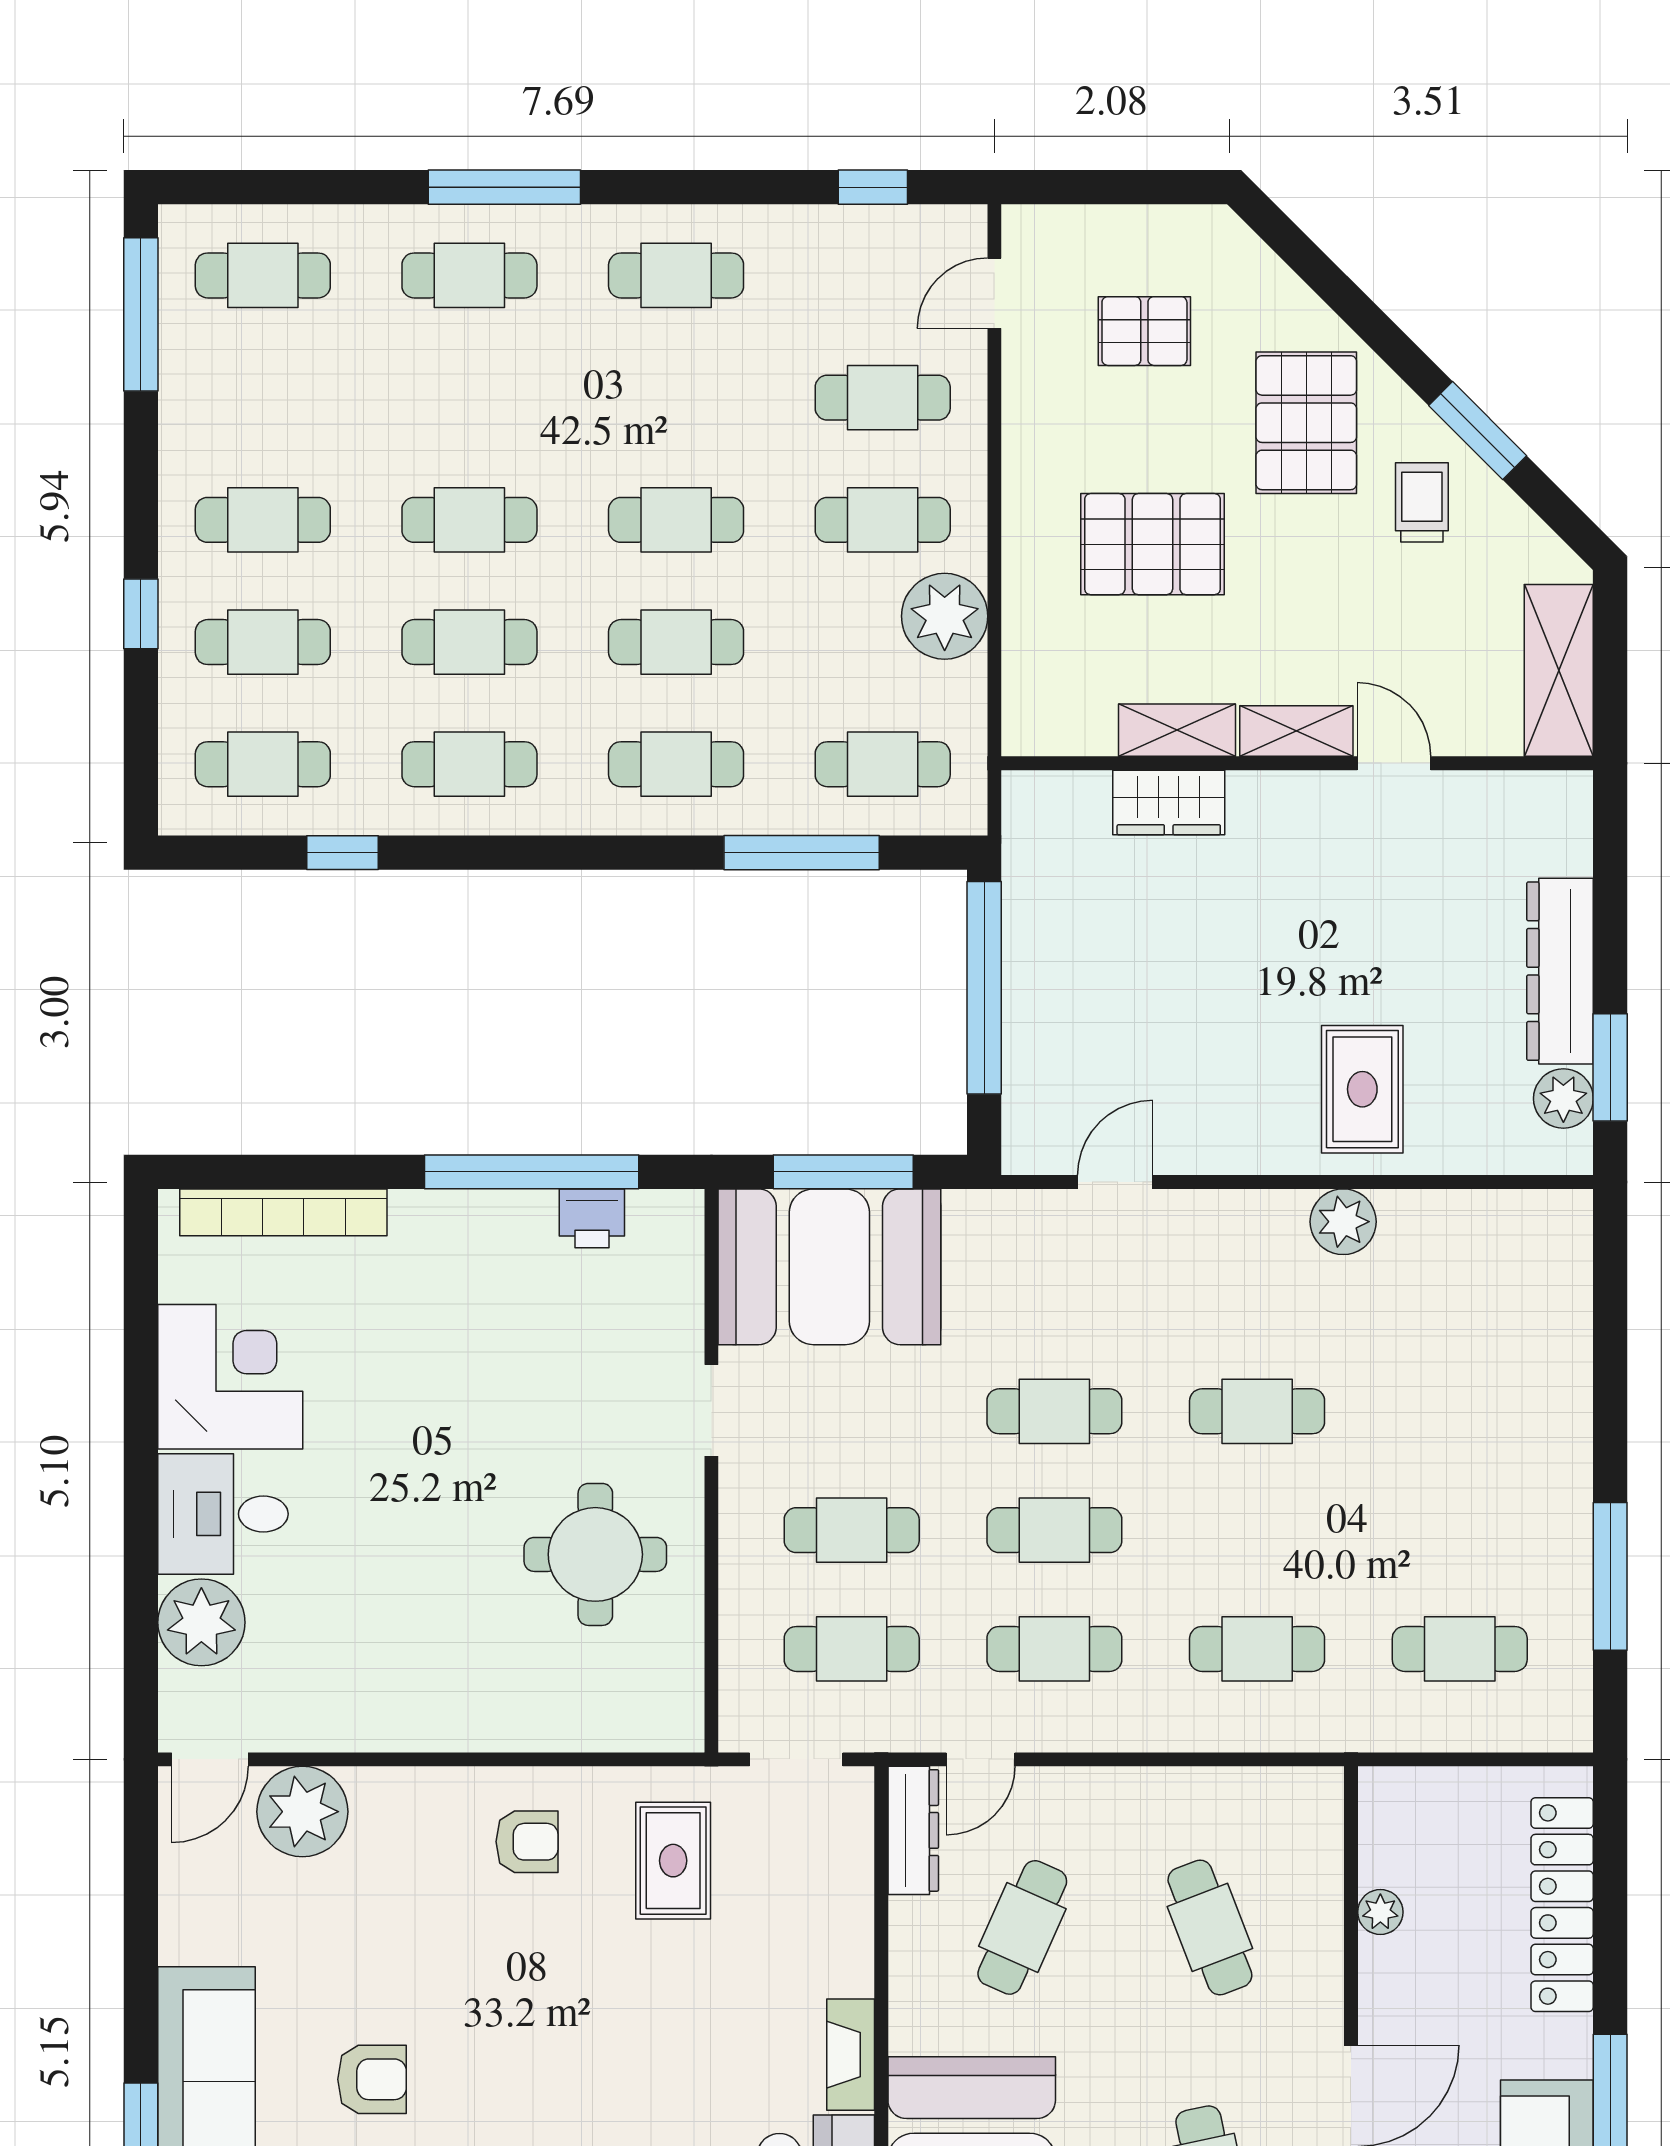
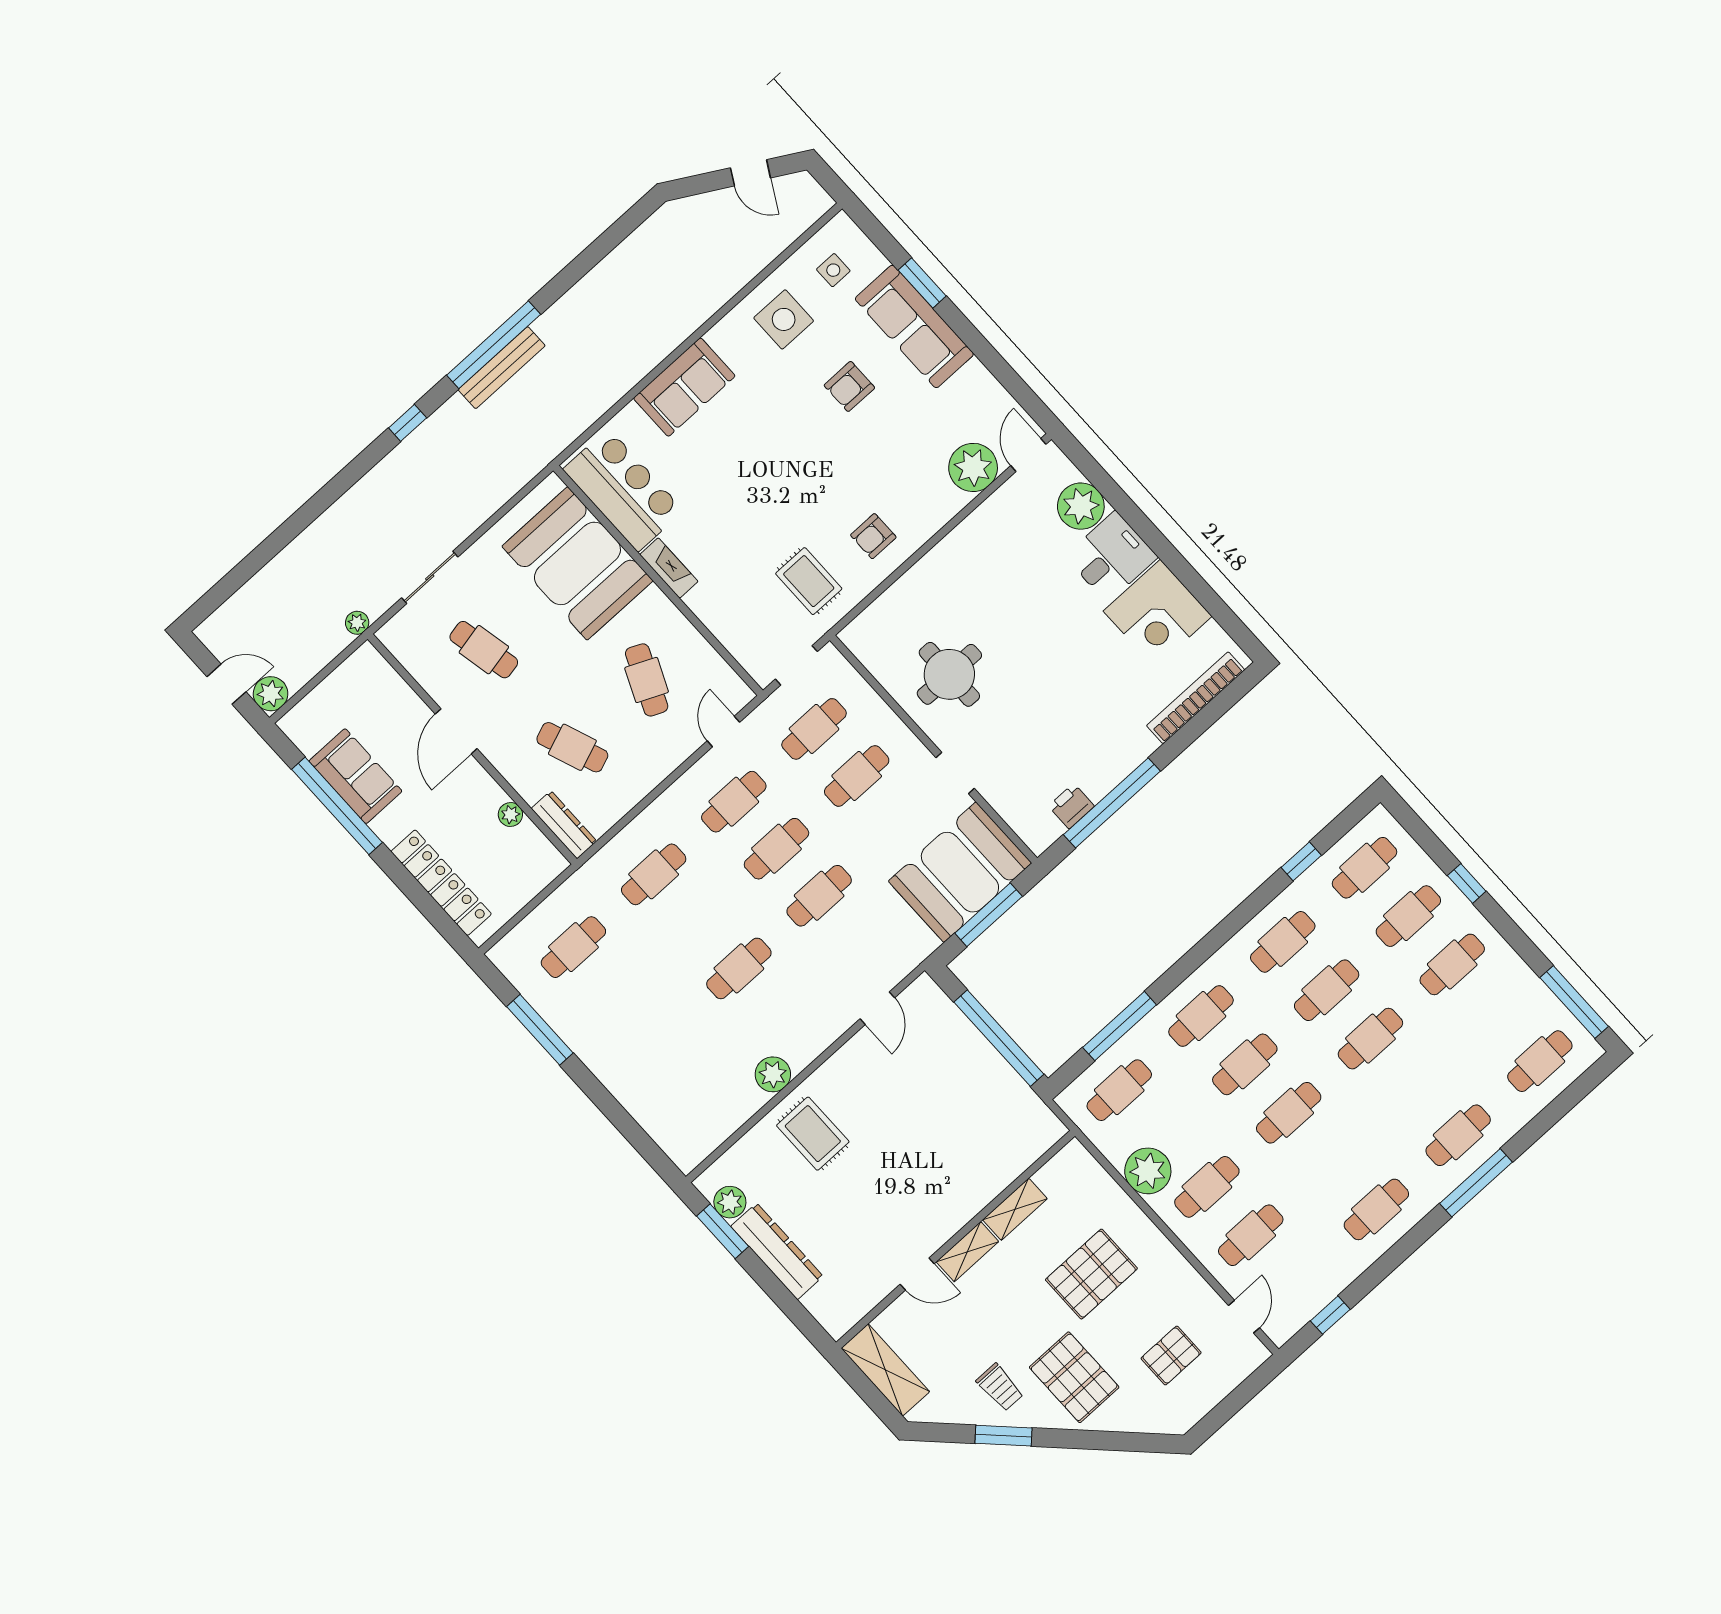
wardrobe: (1169, 802) -> (992, 1178), removed
dresser: (913, 1830) -> (564, 825), moved, turned 180

